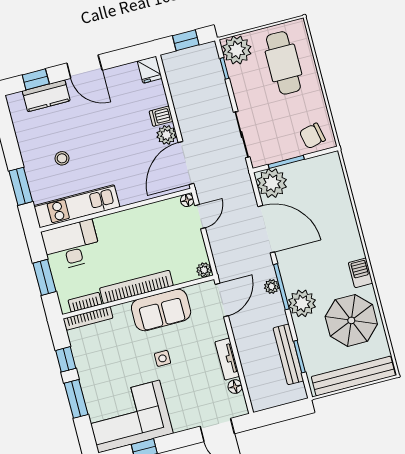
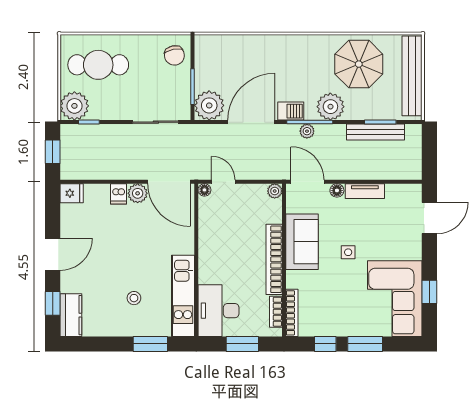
kitchen counter: (46, 96) -> (71, 315), moved
barbecue: (361, 273) -> (291, 111), moved, turned 180
floor lamp: (235, 387) -> (337, 190), moved

